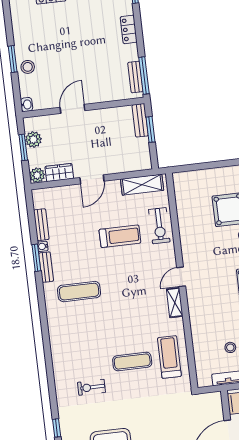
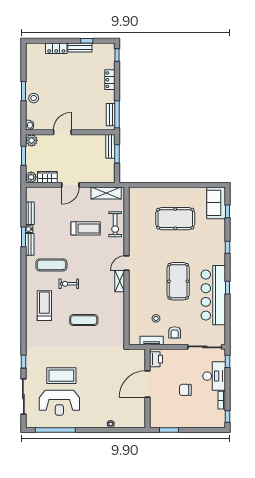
plant: (33, 139) -> (32, 140), moved
treadmill: (169, 357) -> (44, 306), moved
exercise bike: (91, 387) -> (69, 284), moved

